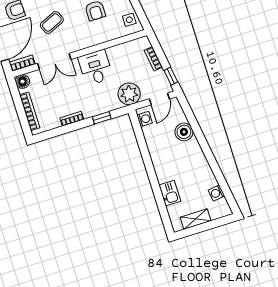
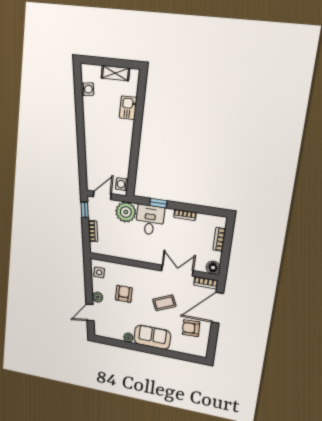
desk: (95, 67) -> (150, 220), moved, turned 180
bookcase: (30, 111) -> (219, 239), width x0.64
boiler: (184, 132) -> (93, 157), removed

